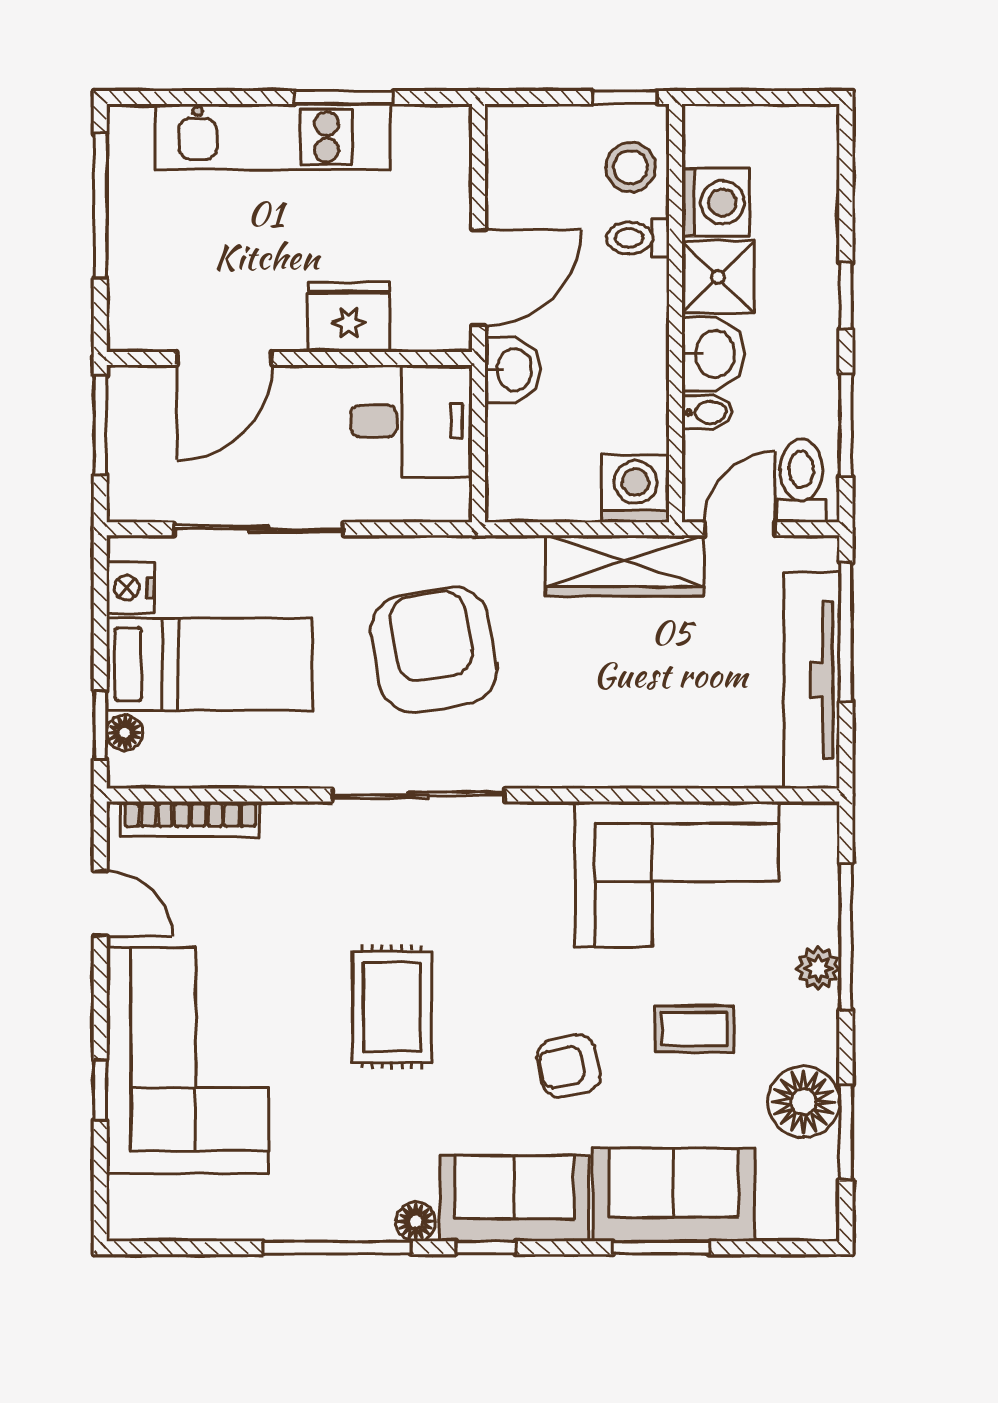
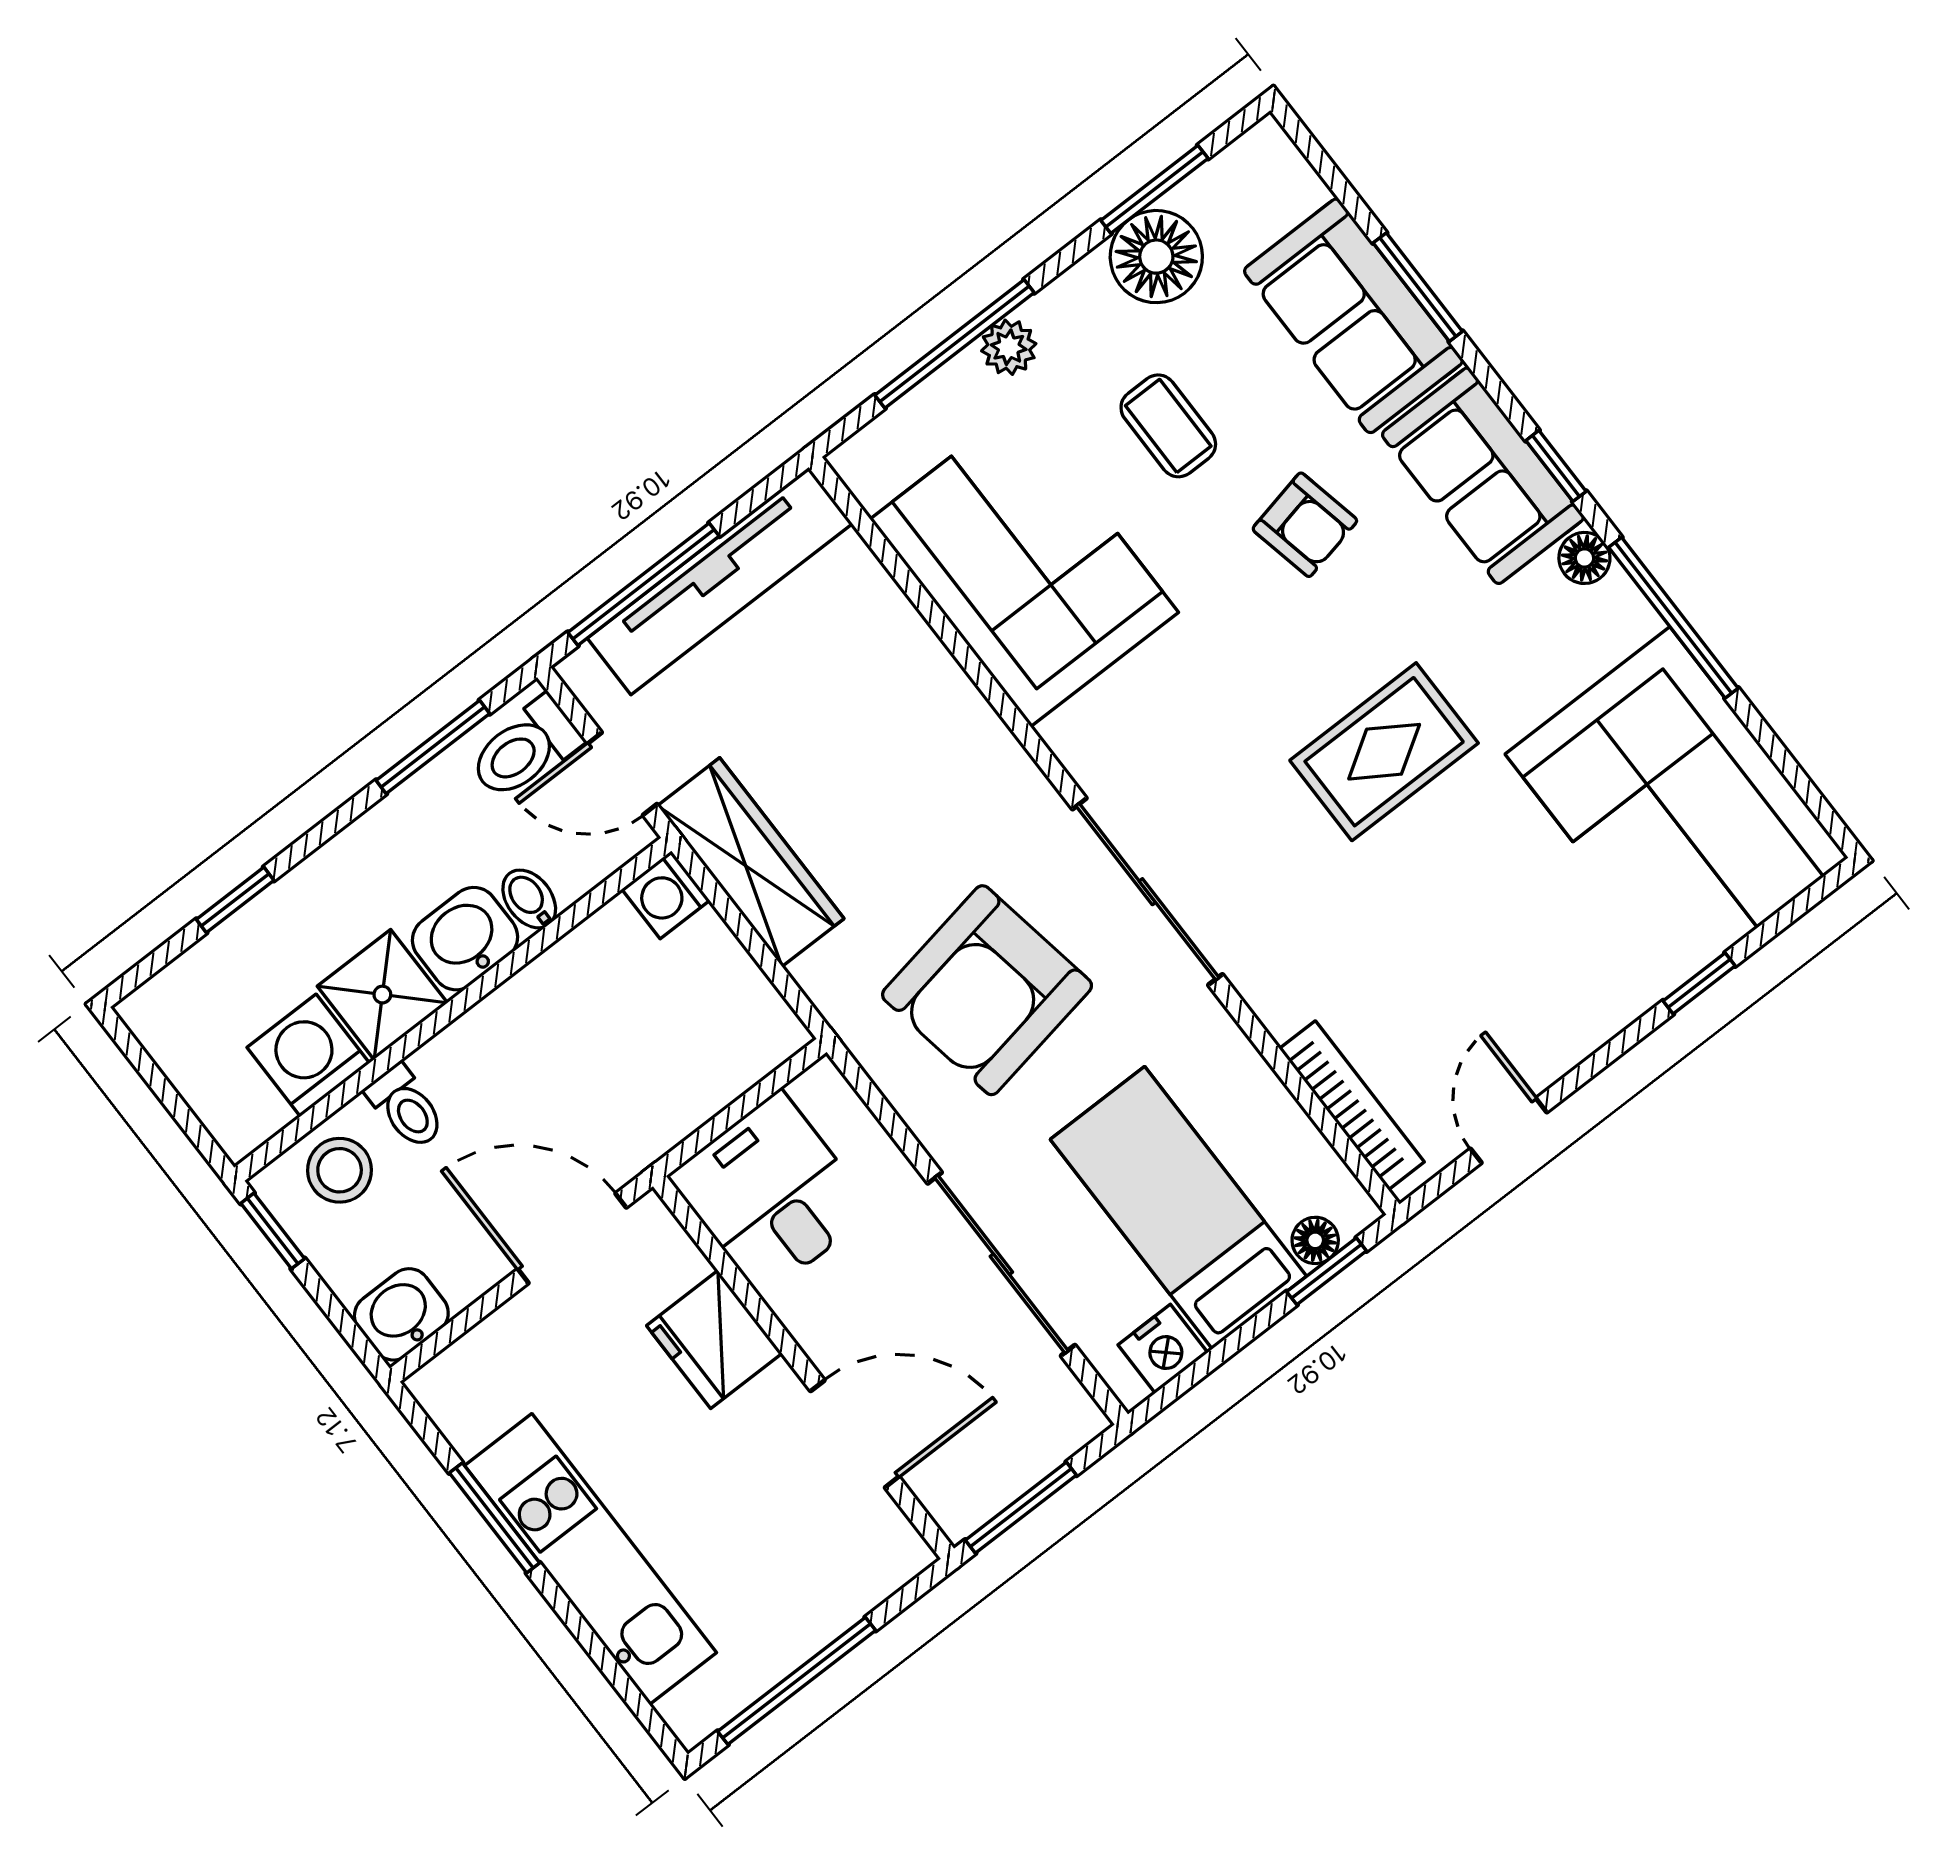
window: (846, 295) -> (235, 900), moved
washbasin: (513, 370) -> (401, 1314), moved
washing machine: (635, 489) -> (666, 895), width x0.73, depth x0.73
corner sofa: (187, 1060) -> (1677, 806), moved, turned -90

